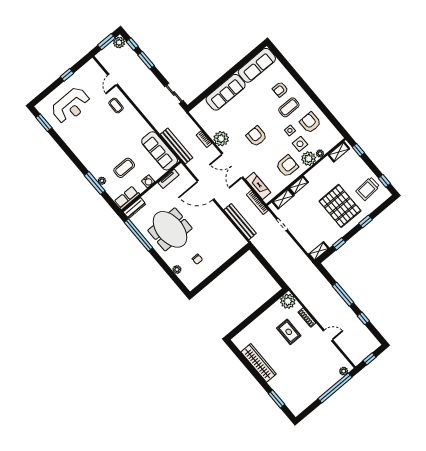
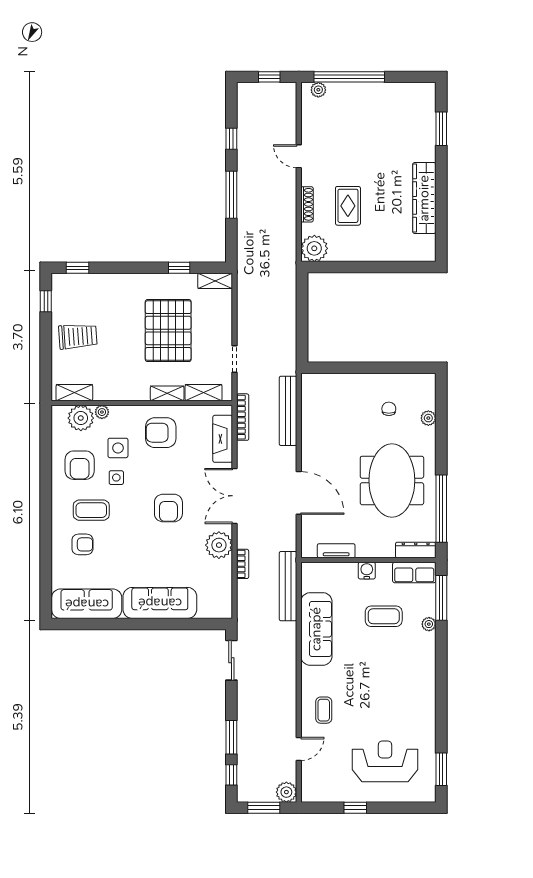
plant: (119, 42) -> (286, 792), moved
window: (358, 150) -> (46, 373), removed
sofa: (160, 151) -> (316, 629), moved
plant: (309, 159) -> (81, 418), moved
double door: (232, 165) -> (235, 496), swing flipped
window: (95, 183) -> (441, 598), moved
trolley: (368, 189) -> (78, 336), moved
pallet: (340, 206) -> (168, 331), moved
window: (366, 221) -> (78, 268), moved

